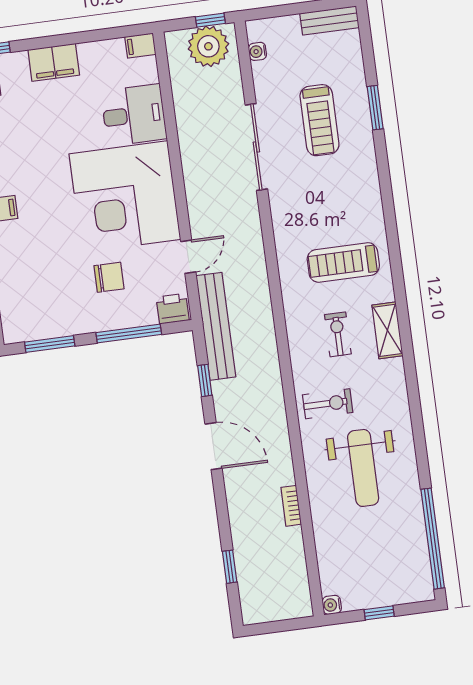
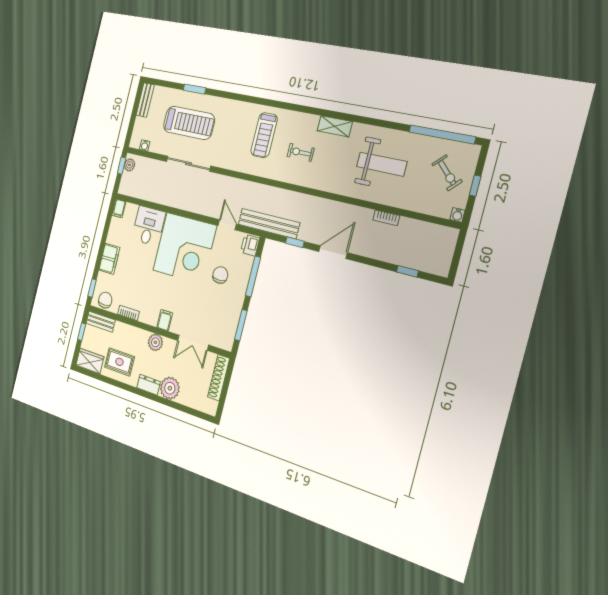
plant: (208, 46) -> (130, 165), width x0.53, depth x0.53
treadmill: (319, 120) -> (189, 123), width x1.37, depth x1.38
shelving: (387, 330) -> (335, 126), moved
exercise bike: (328, 404) -> (447, 173), moved, turned 135

